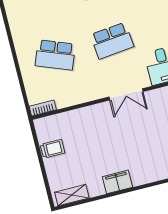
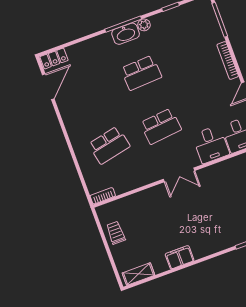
school desk: (55, 55) -> (109, 145), turned -33
trolley: (52, 149) -> (116, 233), turned -90

